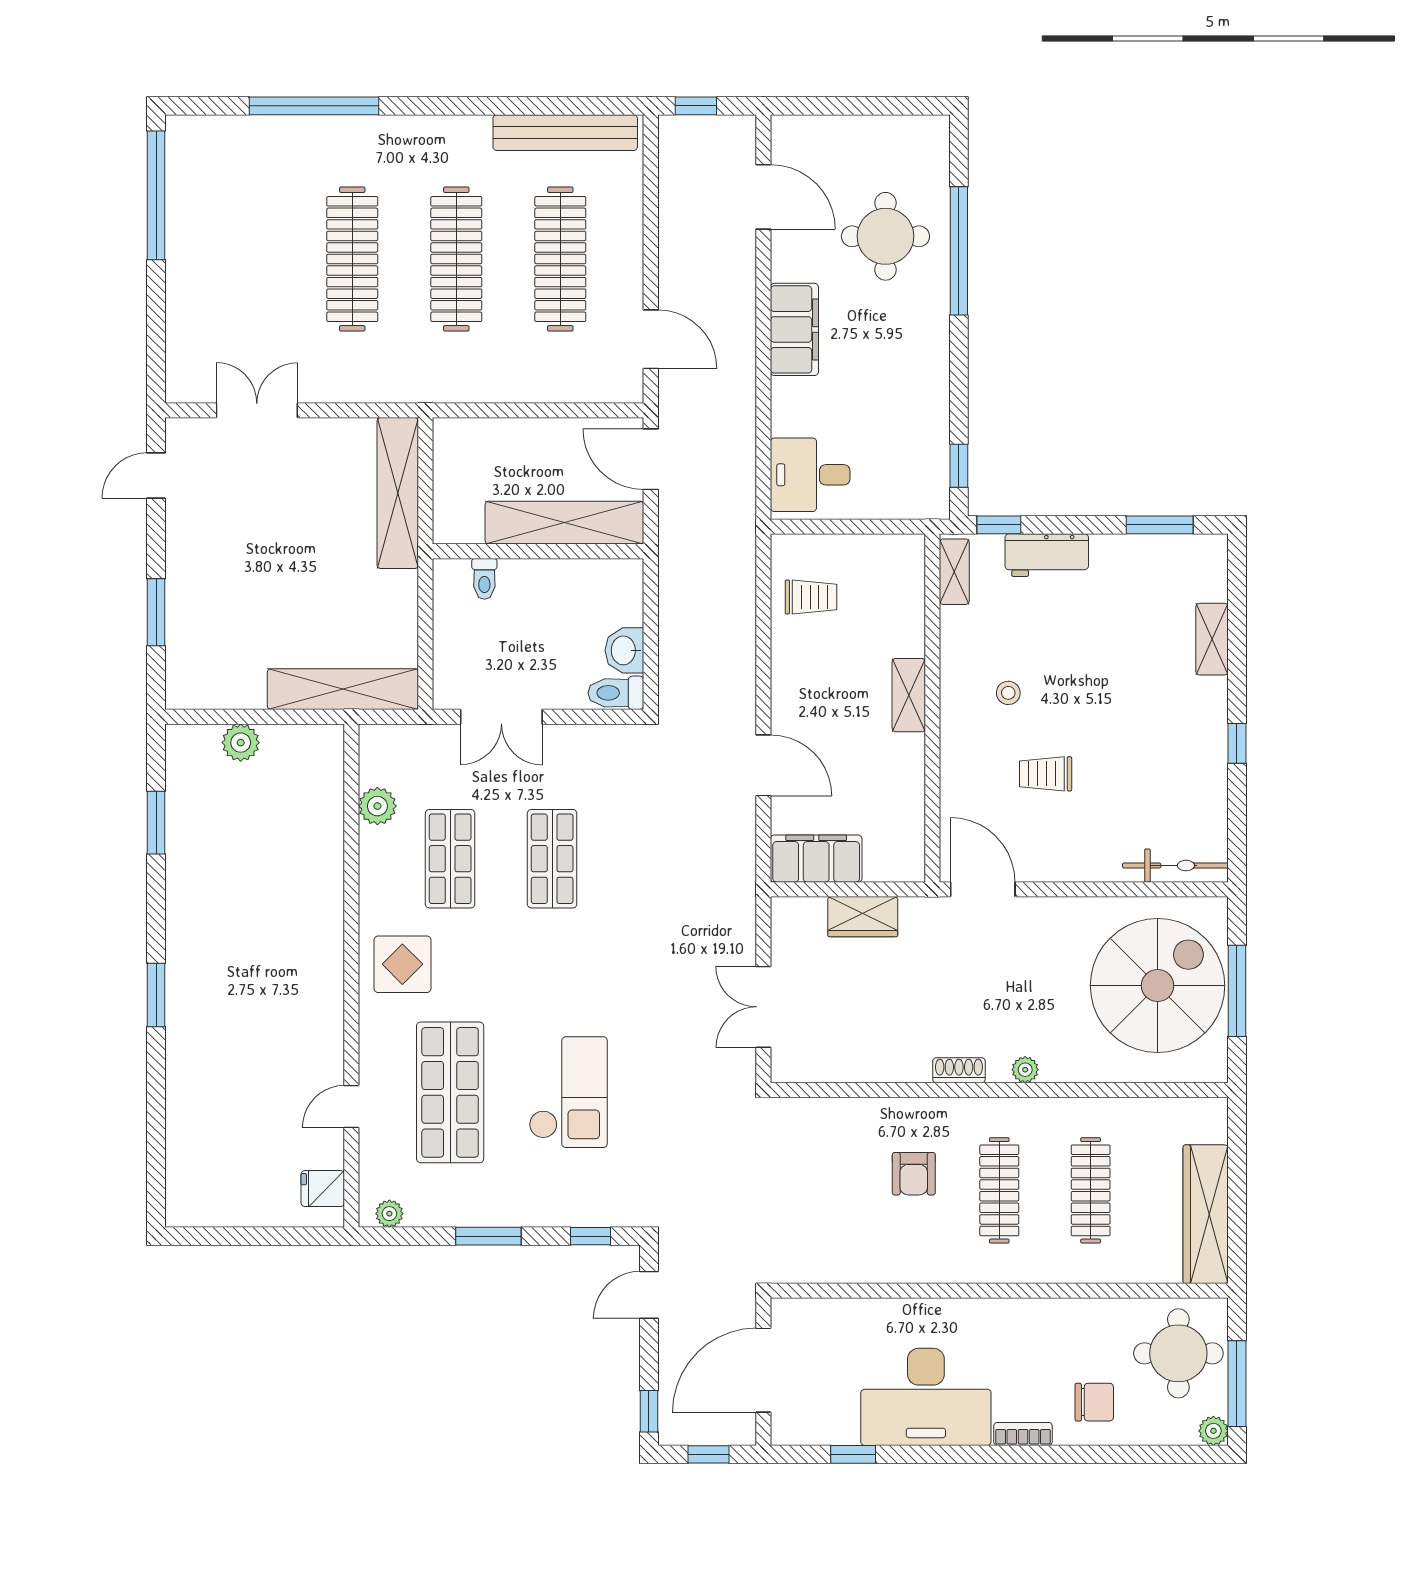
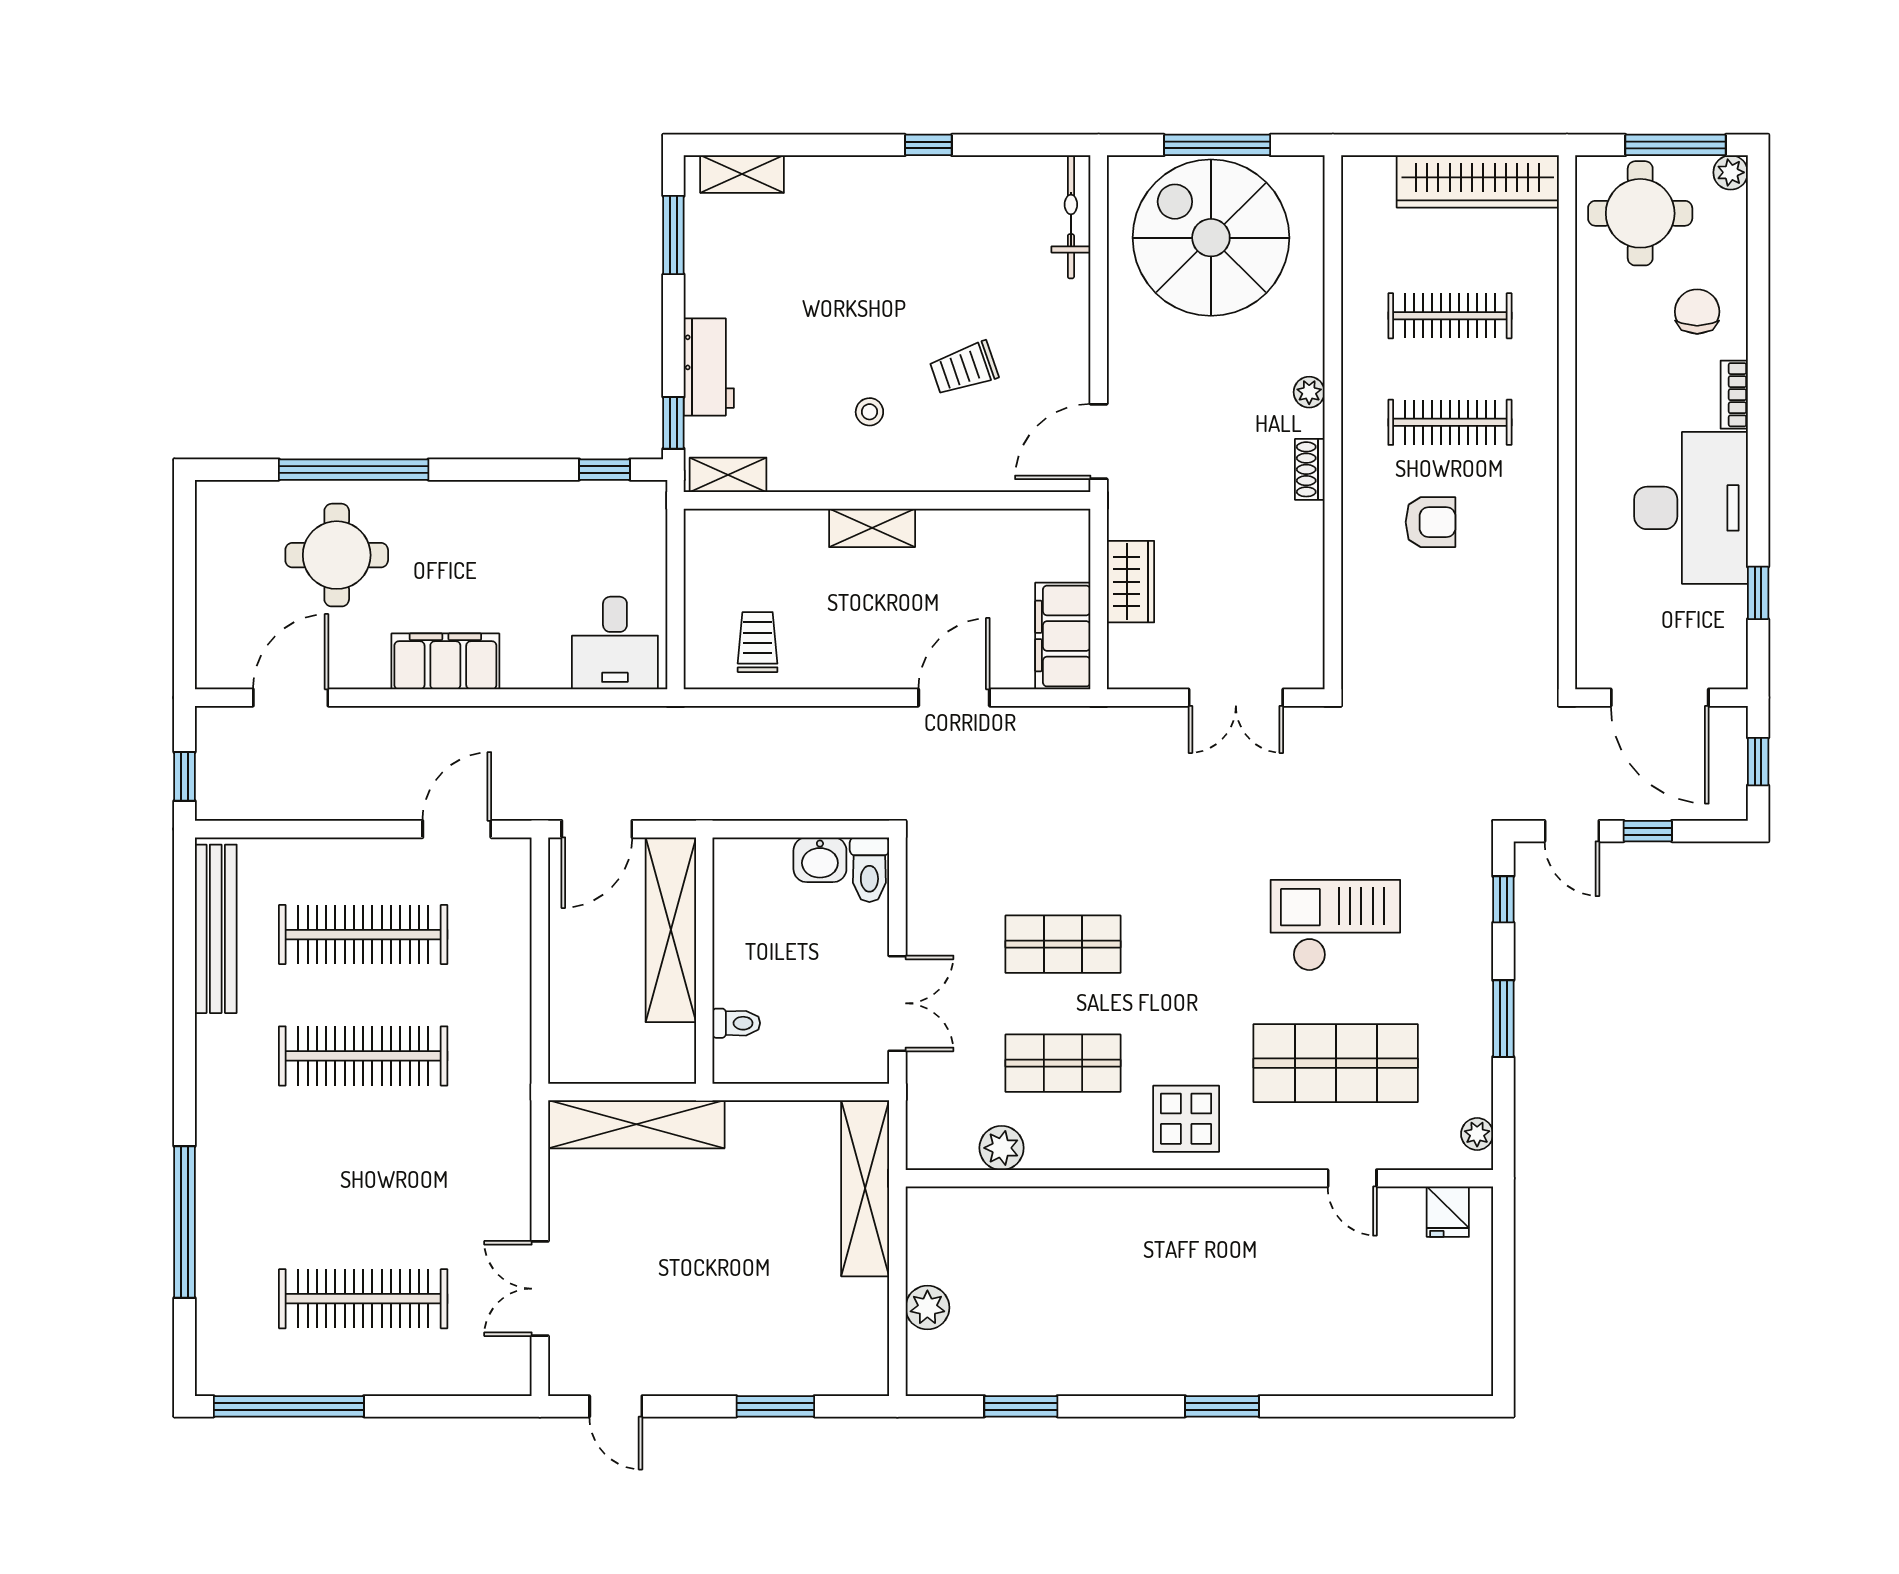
clothes rail: (352, 259) -> (363, 1299), moved
shelving: (1212, 639) -> (742, 174), moved
trolley: (1046, 774) -> (964, 368), turned 71
window: (649, 1411) -> (1648, 831), moved

